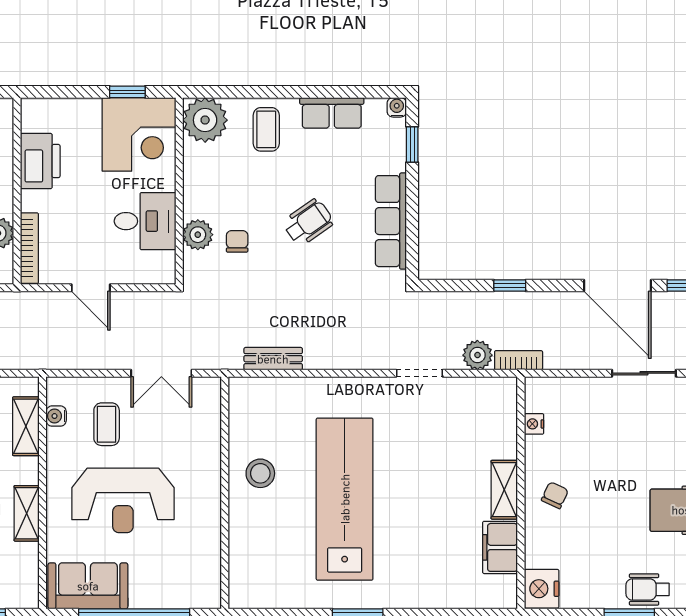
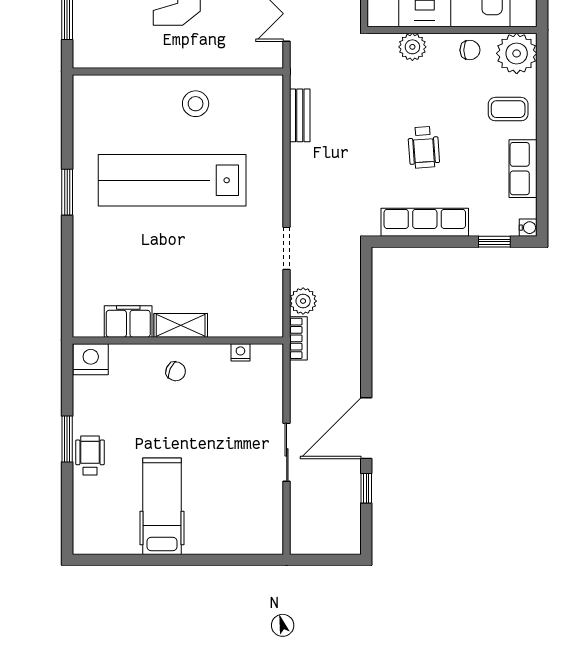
wheelchair: (308, 222) -> (424, 147), turned 31
chair: (237, 241) -> (470, 50), moved
window: (510, 286) -> (366, 330), removed
lab bench: (345, 499) -> (172, 180), turned 180

